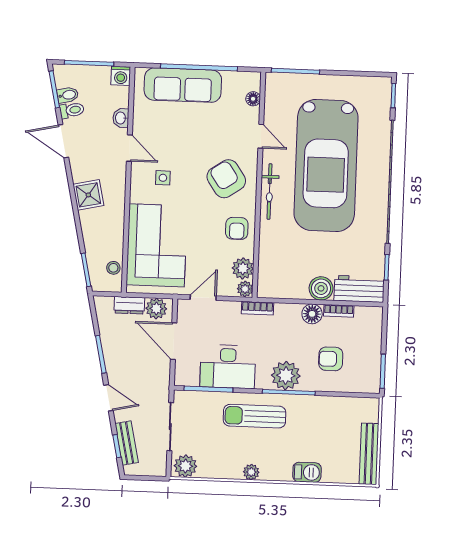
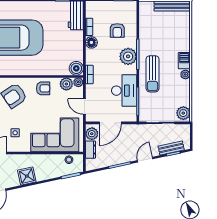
bicycle: (269, 192) -> (21, 70), removed
boiler: (321, 288) -> (76, 68), moved
barbecue: (307, 472) -> (184, 61), moved

